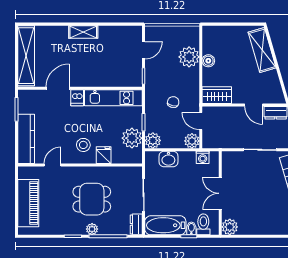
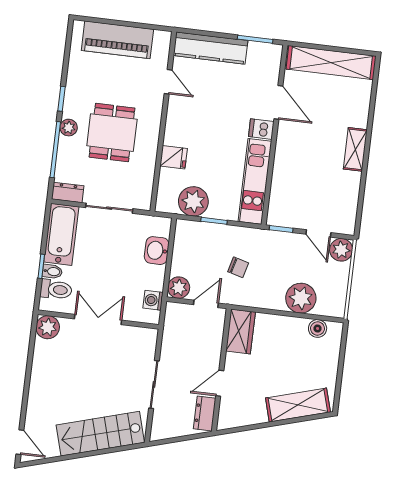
boiler: (208, 61) -> (318, 328), moved
plant: (153, 140) -> (341, 250), moved
stool: (83, 145) -> (192, 130), removed

